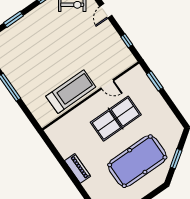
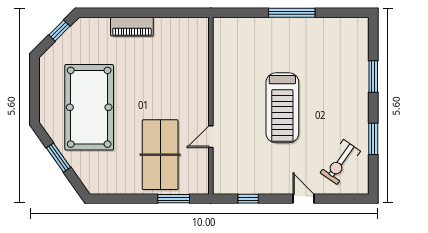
treadmill: (71, 92) -> (282, 108), moved
table tennis table: (116, 119) -> (160, 155), moved

